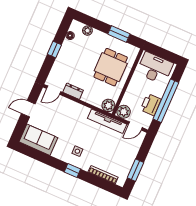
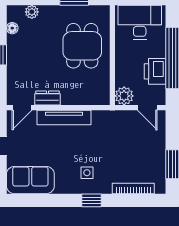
plant: (108, 105) -> (101, 96), removed
tv unit: (107, 121) -> (64, 117), moved
door: (135, 126) -> (147, 108), hinge flipped

